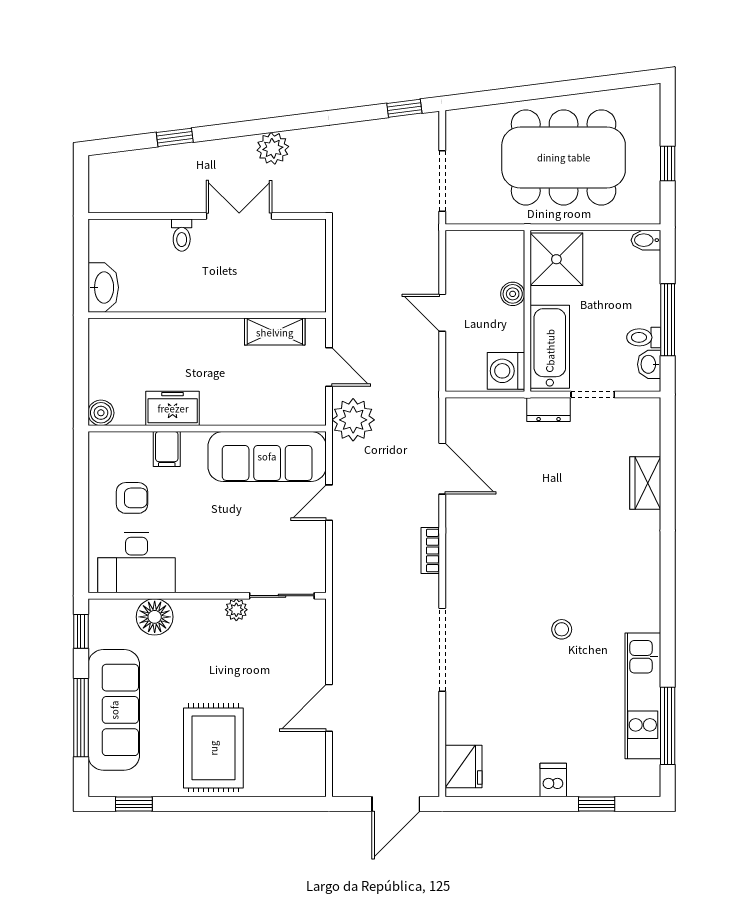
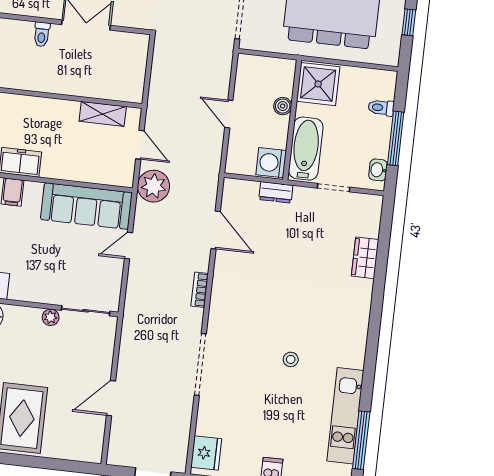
bidet: (646, 240) -> (386, 77), removed
toilet: (644, 337) -> (381, 108), moved
dresser: (549, 410) -> (276, 192), moved

